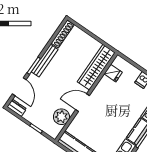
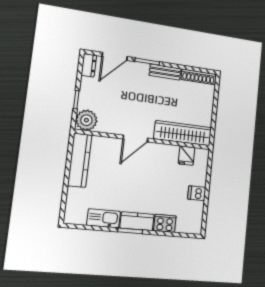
bench: (45, 61) -> (165, 72), width x0.73
door: (82, 103) -> (135, 139), swing flipped
plant: (61, 117) -> (86, 120), moved

